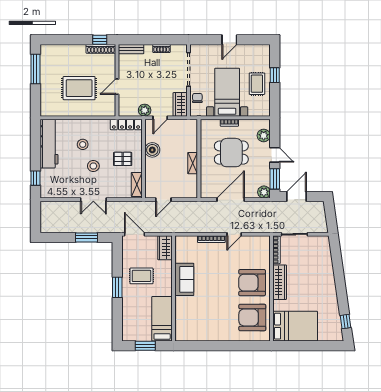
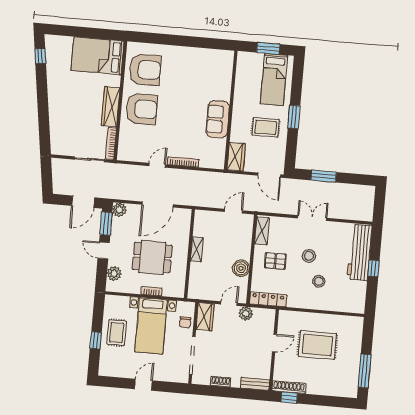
workbench: (49, 144) -> (360, 253), moved
window: (35, 178) -> (374, 268), moved
bed: (162, 319) -> (274, 80), moved

